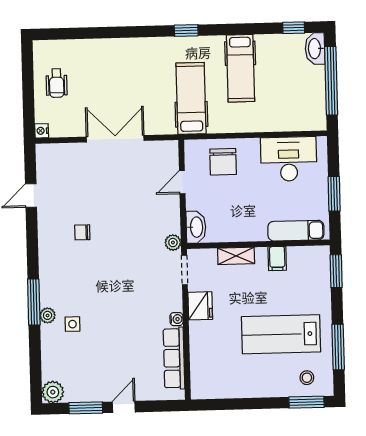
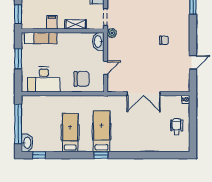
hospital bed: (191, 98) -> (102, 131), moved, turned 180
chair: (223, 162) -> (82, 79), turned 90

